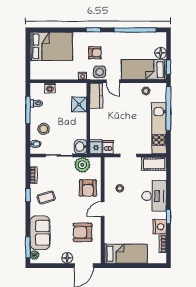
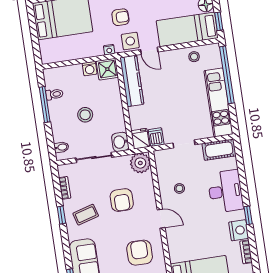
washing machine: (50, 88) -> (90, 69), moved
kitchen counter: (96, 96) -> (132, 81), width x1.50
shower: (79, 104) -> (107, 69), moved
stool: (44, 129) -> (85, 115), moved
plant: (82, 165) -> (140, 163), moved
armchair: (88, 188) -> (122, 200), moved
door: (103, 209) -> (161, 219), swing flipped
armchair: (83, 232) -> (140, 253), turned 90

